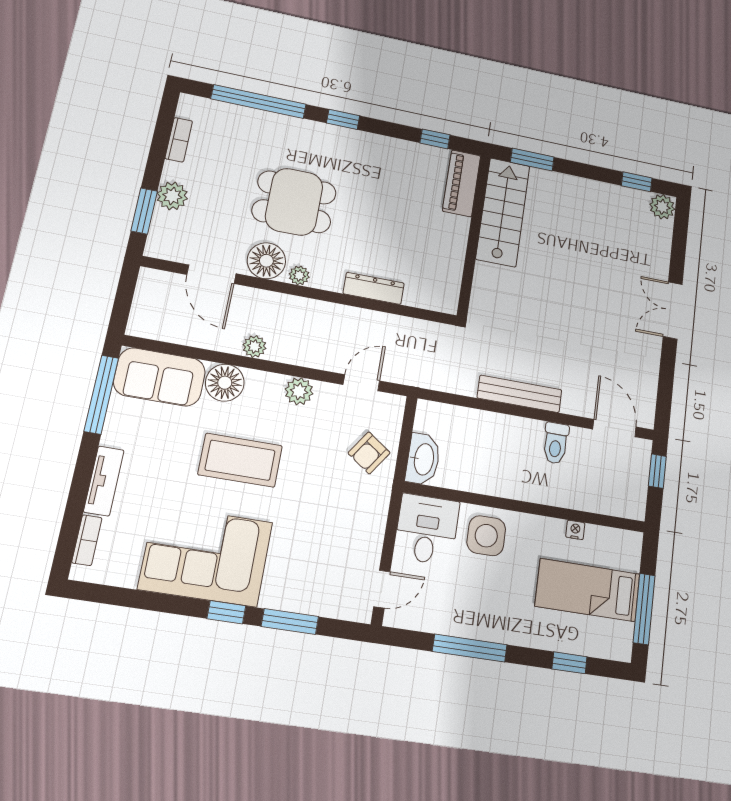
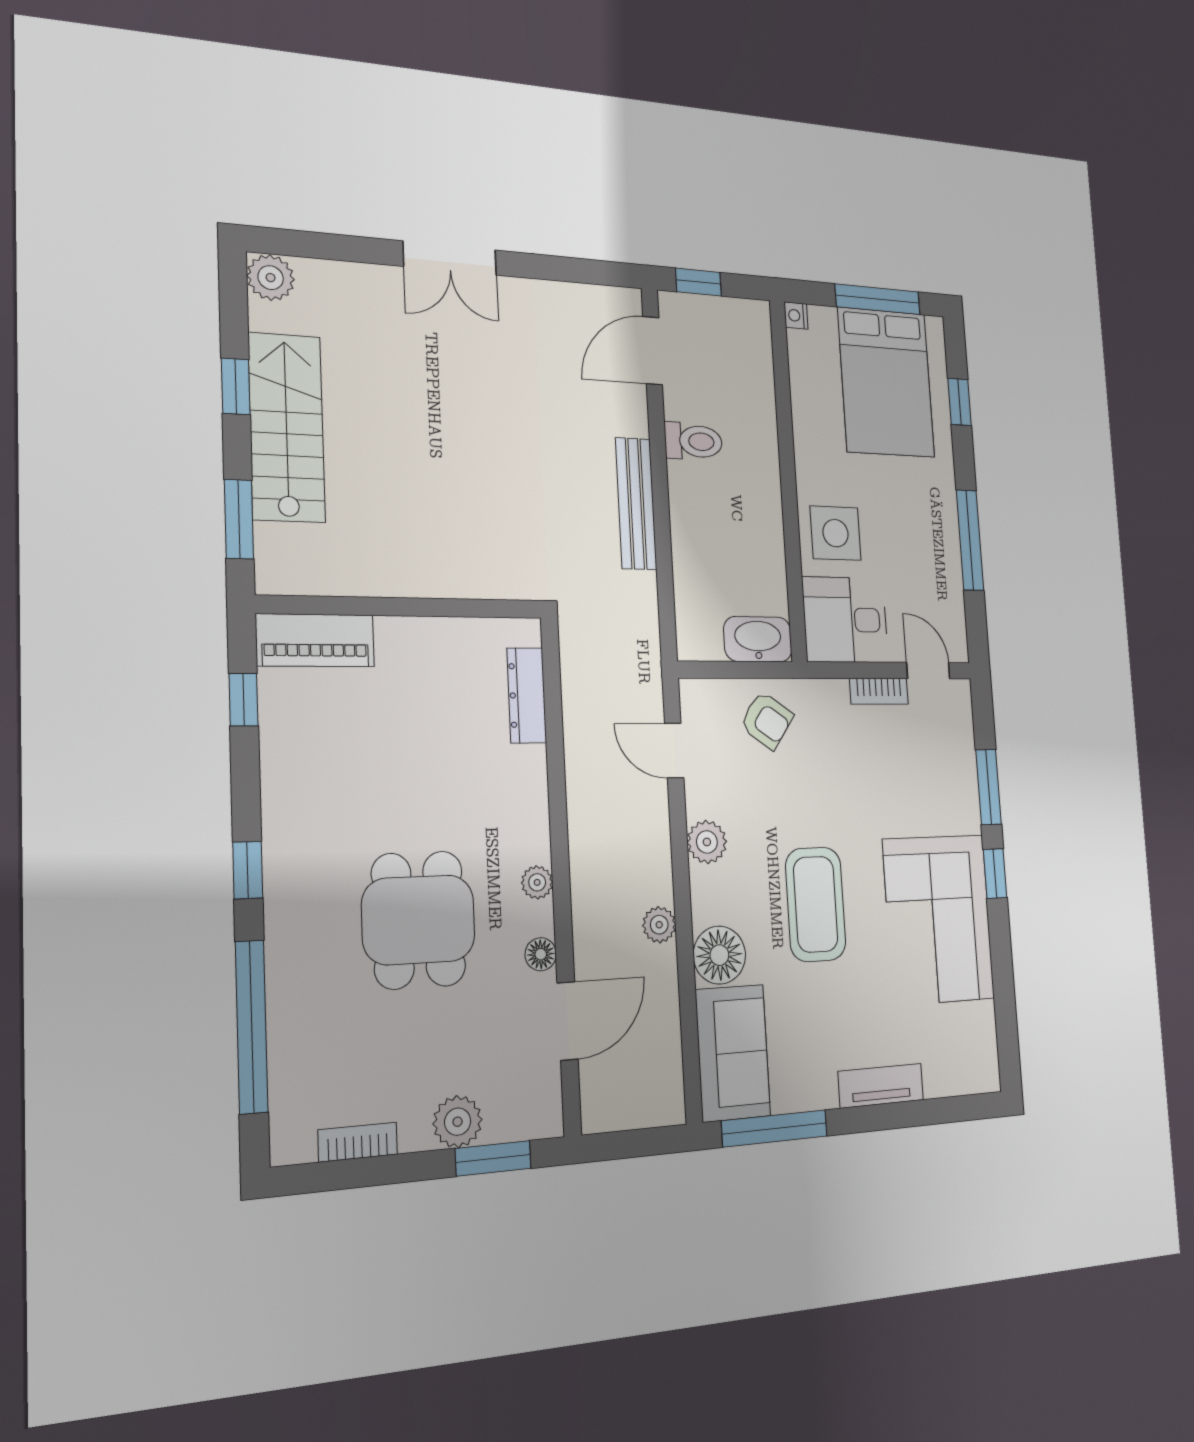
window: (637, 182) -> (236, 386), moved
stairs: (503, 212) -> (287, 427), moved, turned 90
floor lamp: (266, 261) -> (541, 954), width x0.53, depth x0.53
dresser: (374, 288) -> (527, 695), moved
nightstand: (575, 530) -> (796, 315), moved
bookcase: (87, 540) -> (879, 691), moved, turned 180
bed: (588, 590) -> (886, 382), width x1.50

